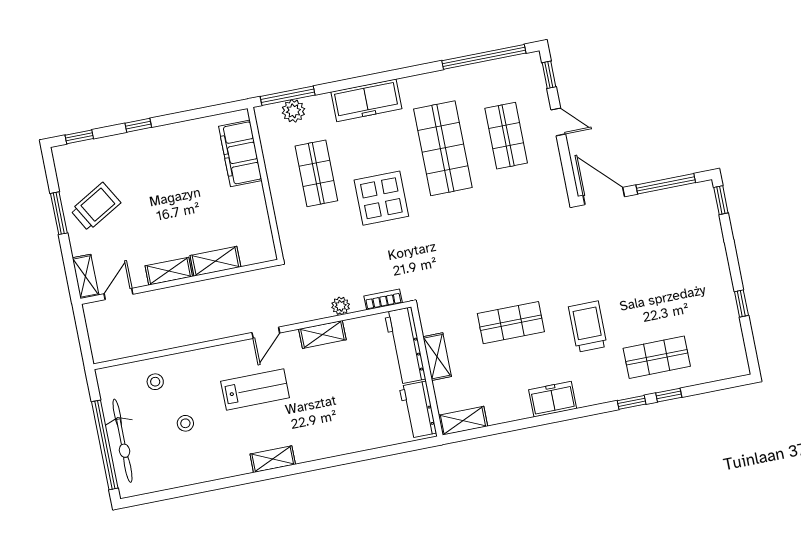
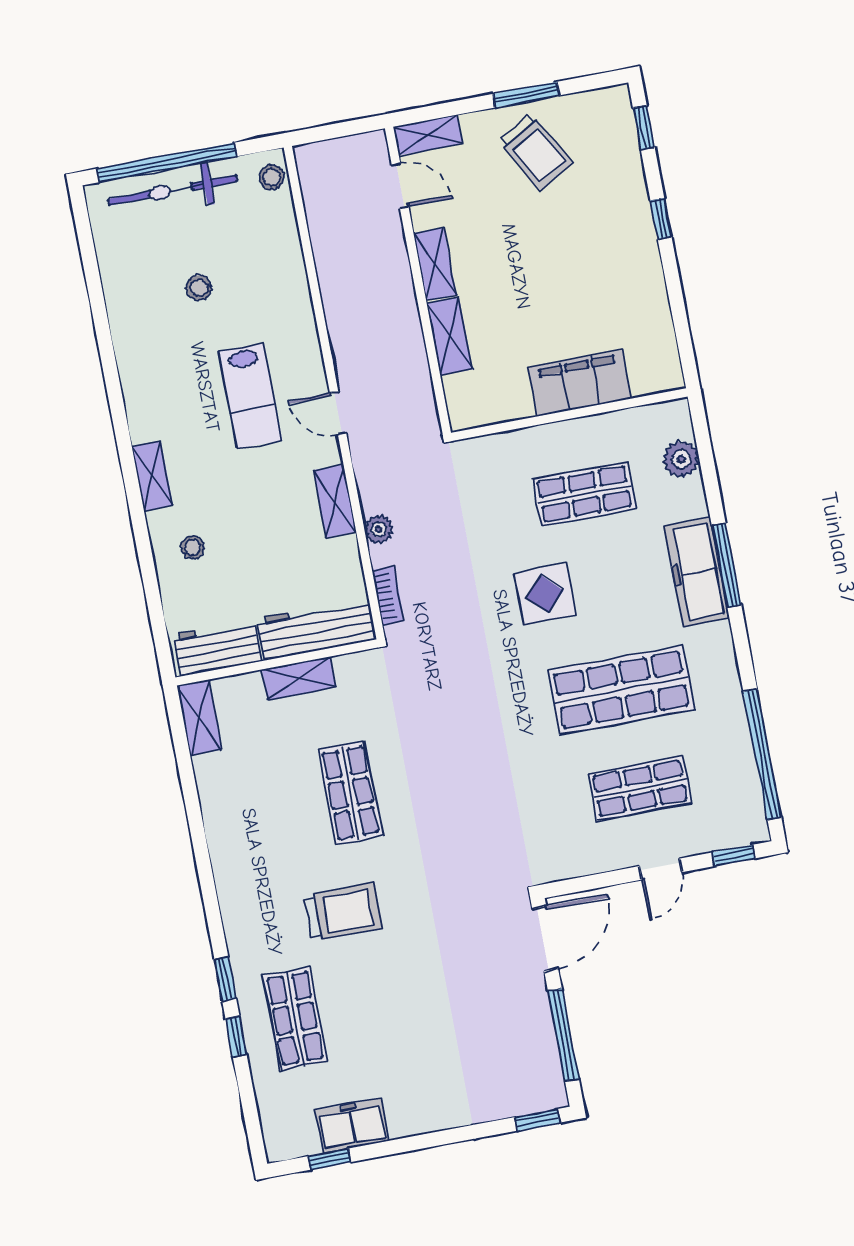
window: (288, 96) -> (727, 565), moved
filing cabinet: (240, 153) -> (580, 383), moved
display table: (381, 198) -> (545, 594), width x0.73, depth x0.73
window: (741, 303) -> (329, 1159), moved
stool: (155, 382) -> (272, 177), moved
freezer: (553, 399) -> (352, 1126), moved, turned -90
stool: (353, 426) -> (193, 547), added
shelving: (273, 459) -> (152, 476), moved

